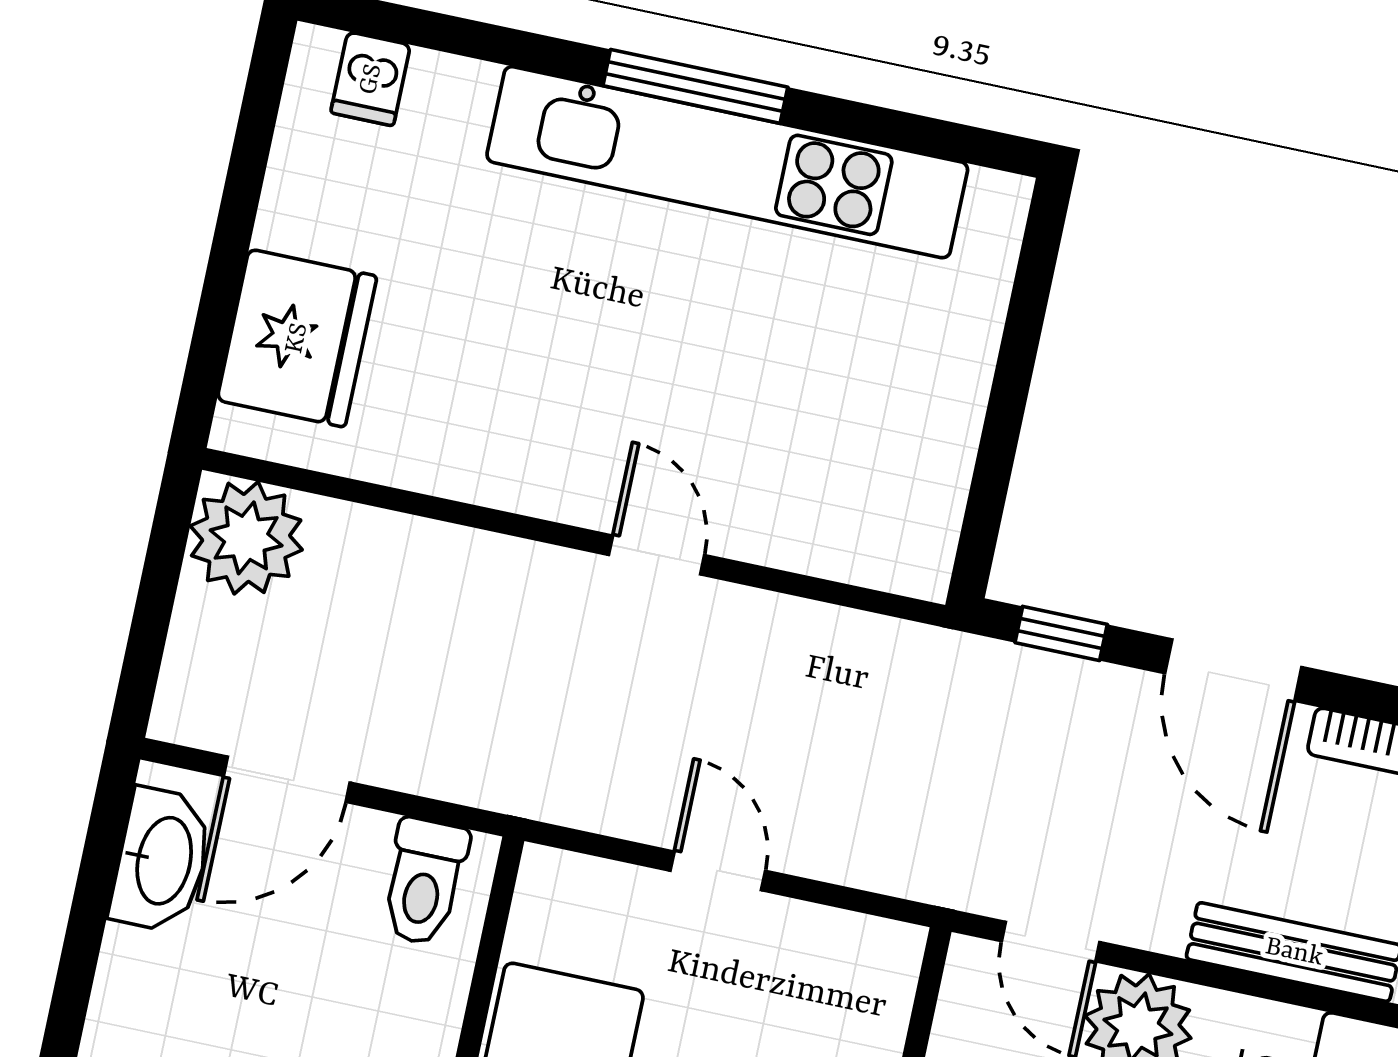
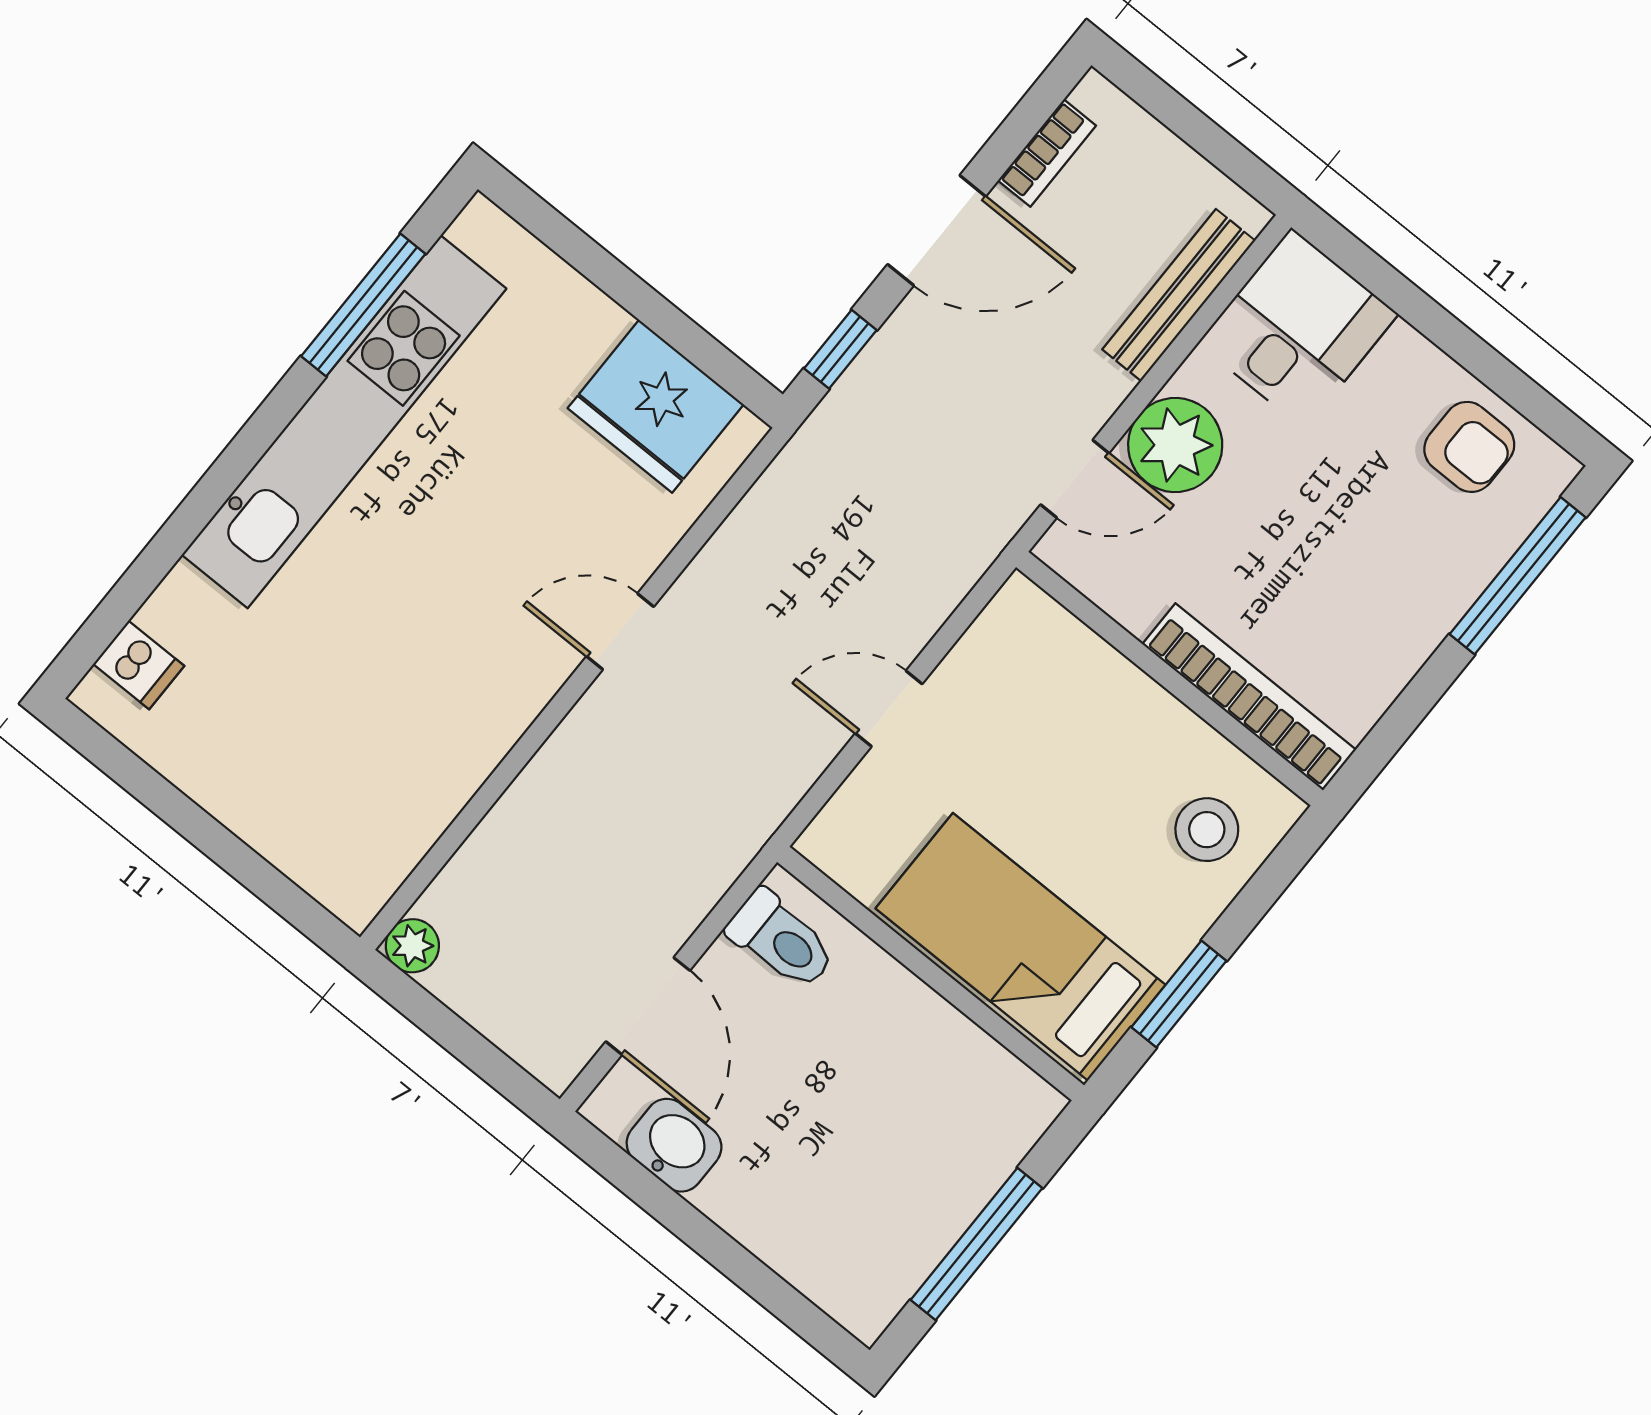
window: (695, 86) -> (363, 305), moved
fridge: (297, 338) -> (656, 406), moved, turned 180
plant: (246, 538) -> (412, 946), width x0.53, depth x0.53
washbasin: (162, 860) -> (674, 1145), width x0.72

